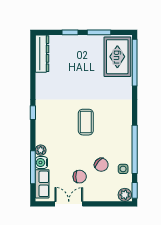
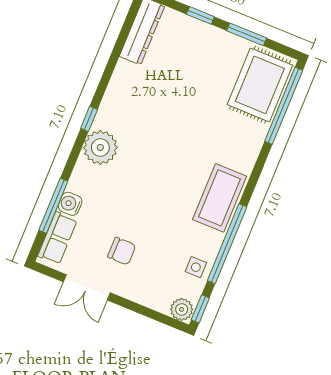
coffee table: (86, 122) -> (220, 198), moved, width x1.36, depth x1.32
plant: (41, 150) -> (100, 148), moved, width x1.88, depth x1.88
chair: (101, 165) -> (164, 246), removed
double door: (69, 204) -> (87, 287), swing flipped

